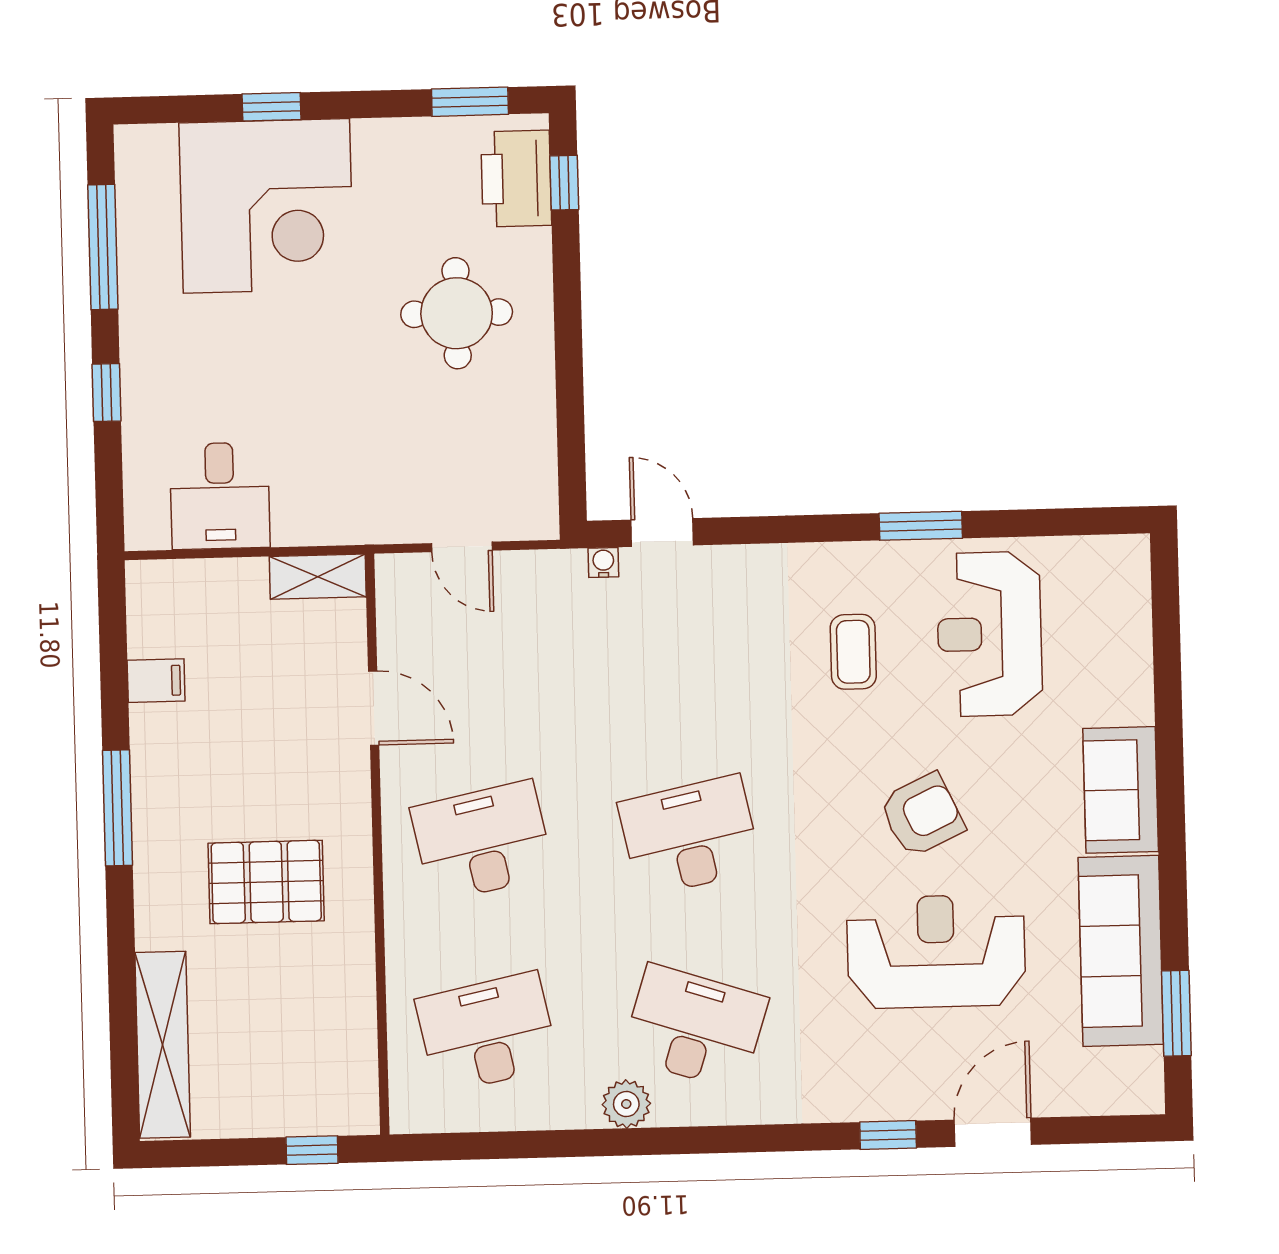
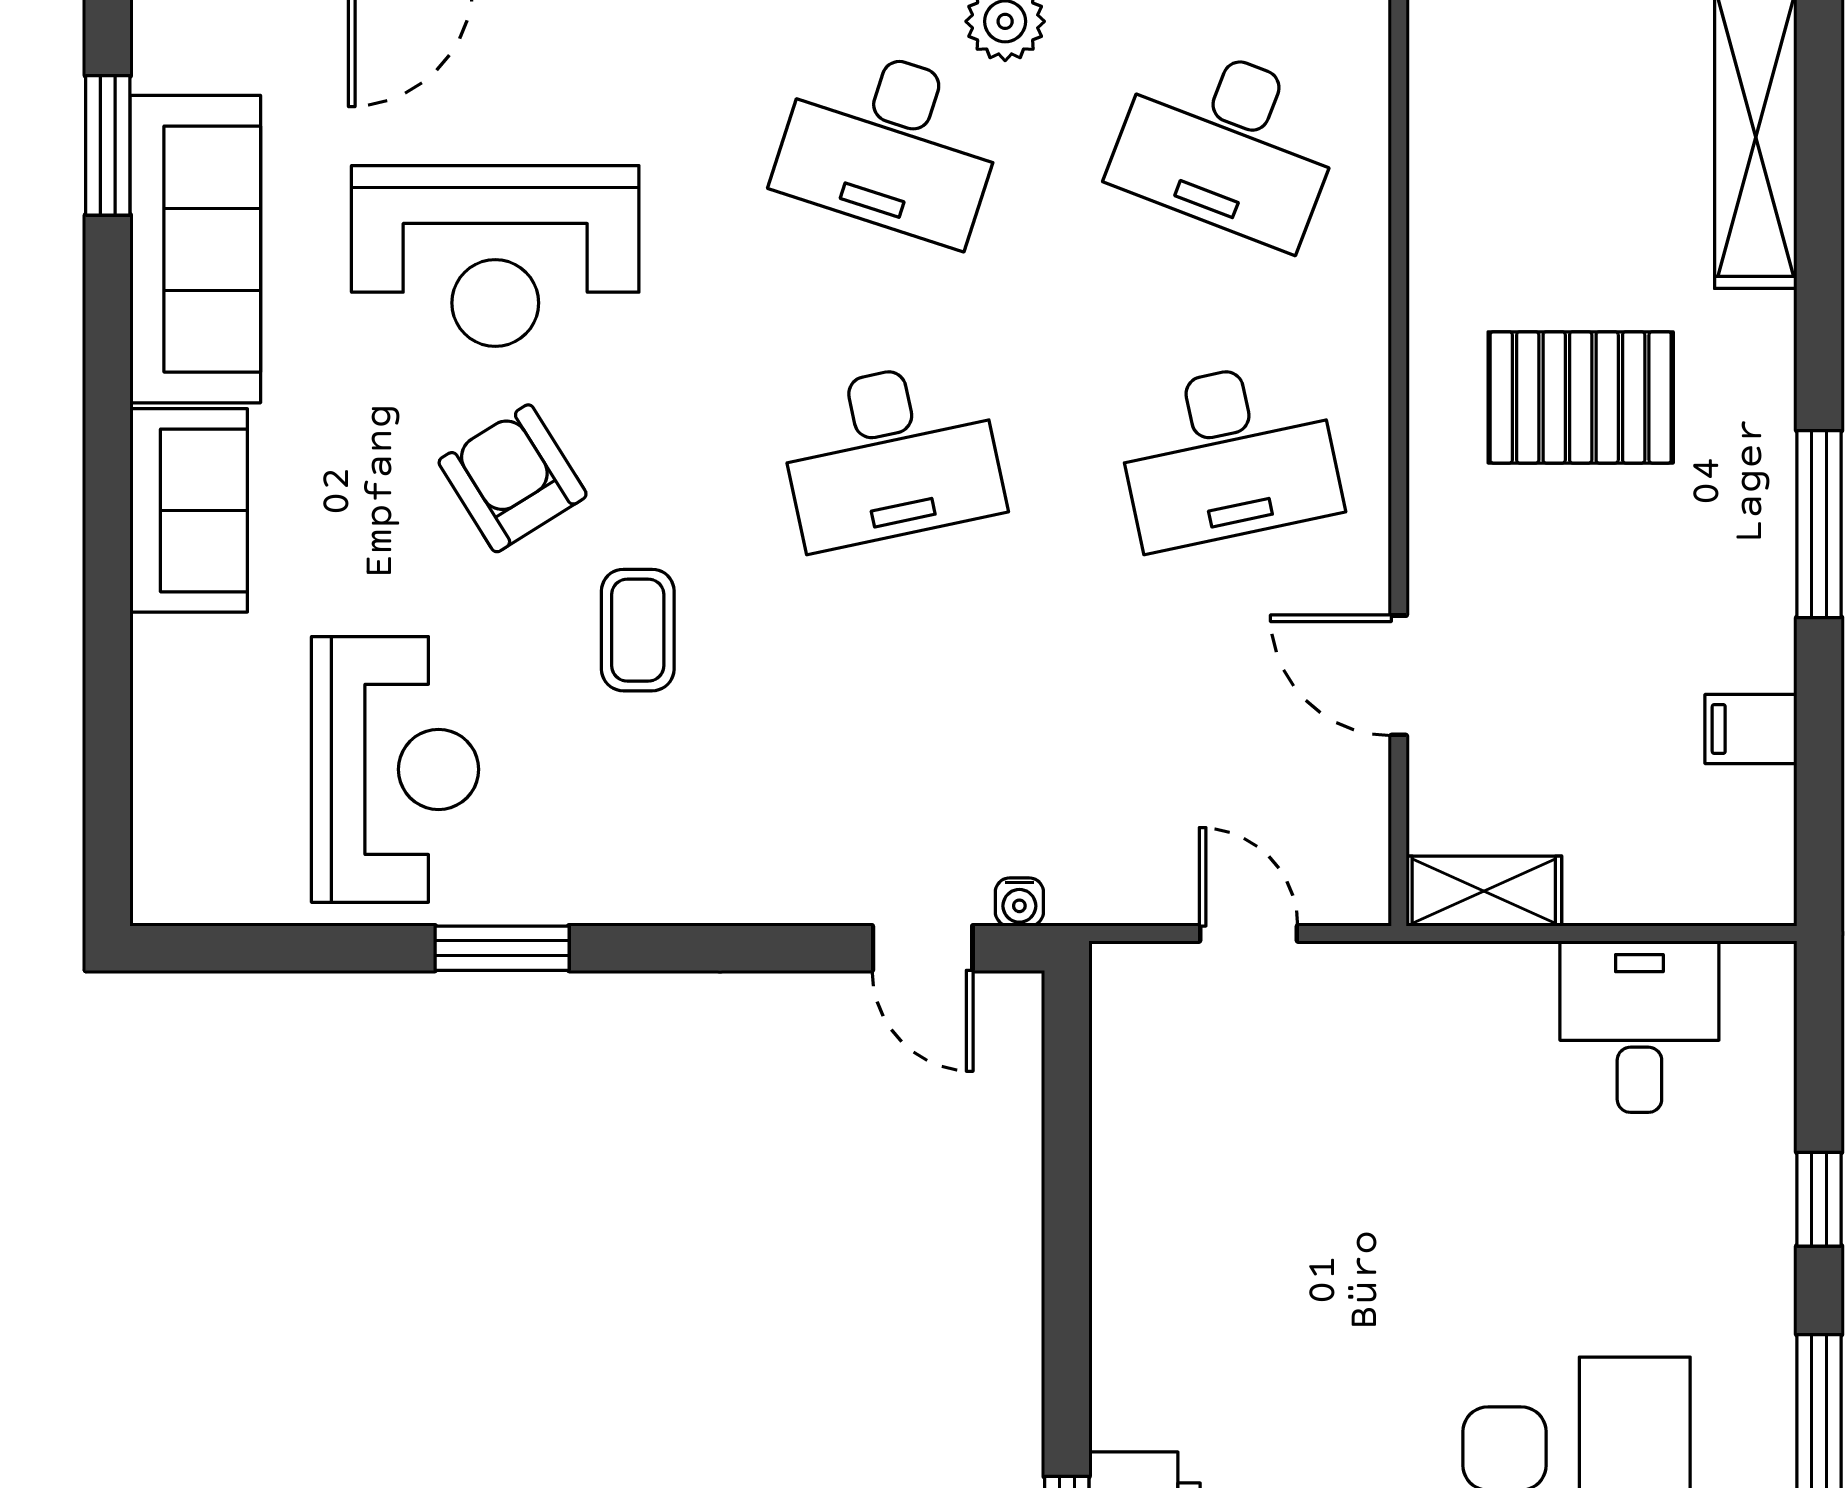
round table: (457, 313) -> (1247, 1313), removed
coffee table: (853, 652) -> (638, 630), moved
armchair: (922, 815) -> (513, 478), turned 83
desk: (487, 1033) -> (1228, 143), turned 33

